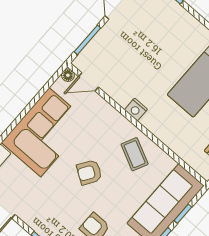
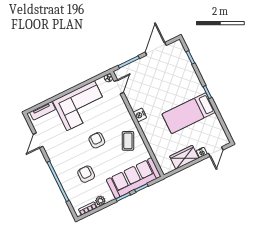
door: (88, 82) -> (119, 87), swing flipped
armchair: (89, 172) -> (97, 140), turned 57

